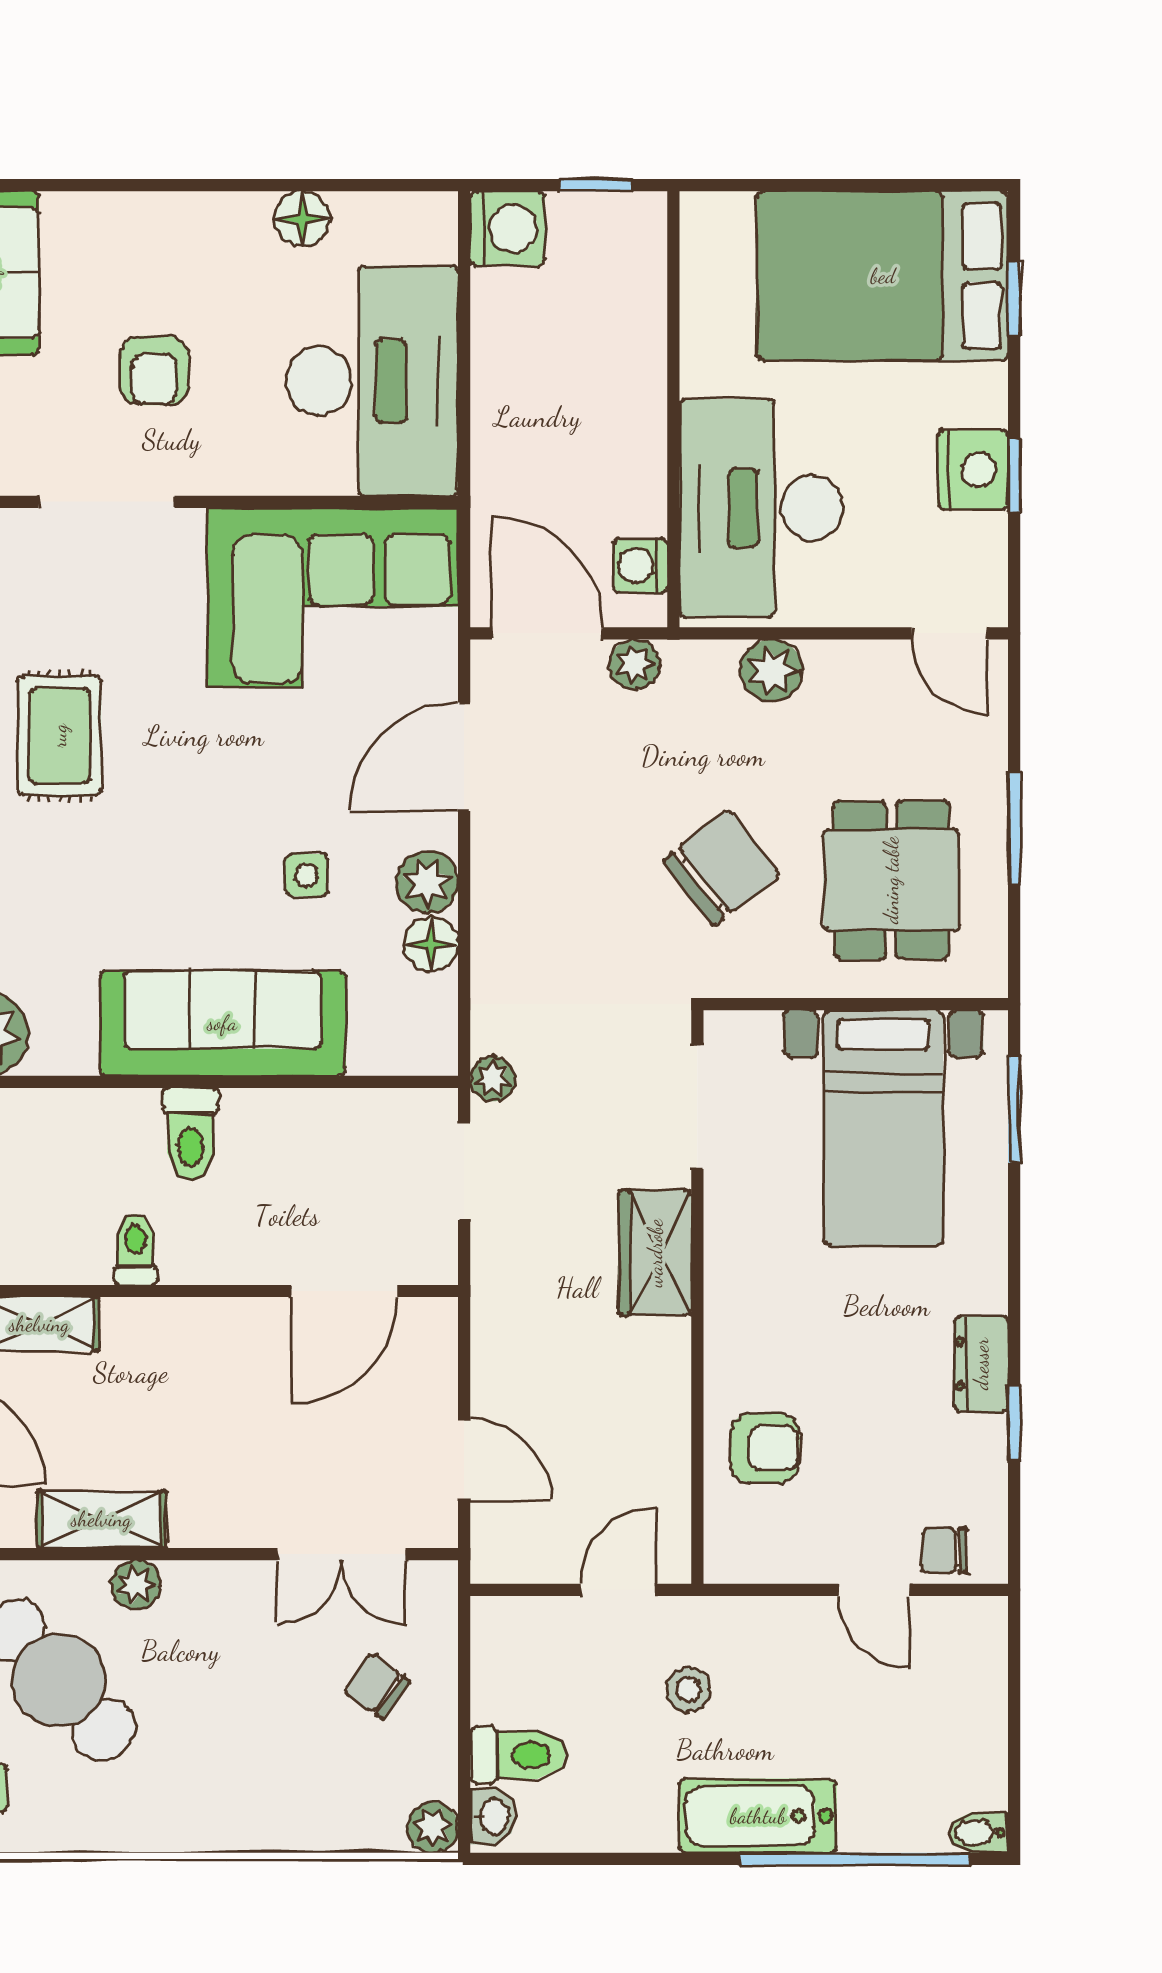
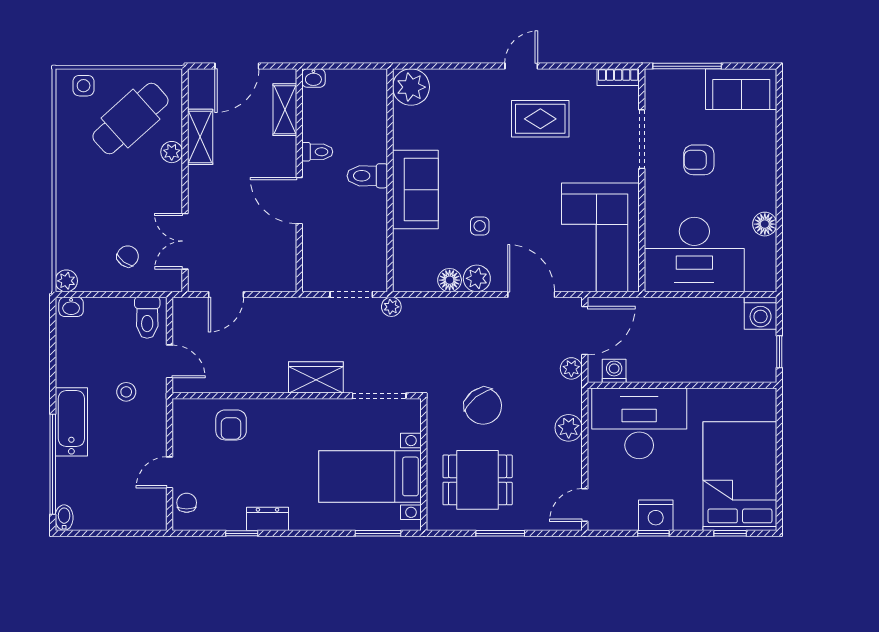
sofa: (222, 1023) -> (415, 190), width x0.73
door: (344, 1291) -> (299, 201), moved
toilet: (518, 1755) -> (147, 318), moved

